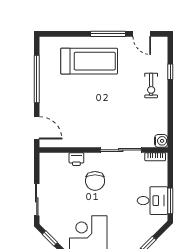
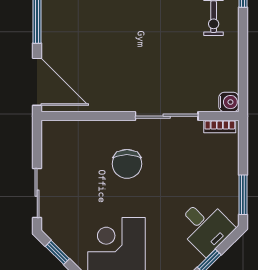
door: (37, 128) -> (37, 82), width x1.36
printer: (76, 159) -> (98, 130), removed
desk: (152, 201) -> (205, 227), moved, turned 45

